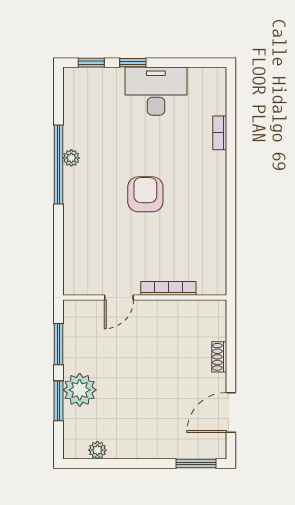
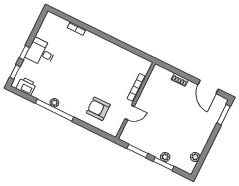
desk: (156, 91) -> (41, 52), width x0.73
printer: (76, 94) -> (26, 86), added
armchair: (145, 194) -> (98, 109), moved
door: (119, 298) -> (130, 113), hinge flipped
plant: (80, 390) -> (165, 157), width x0.53, depth x0.53

